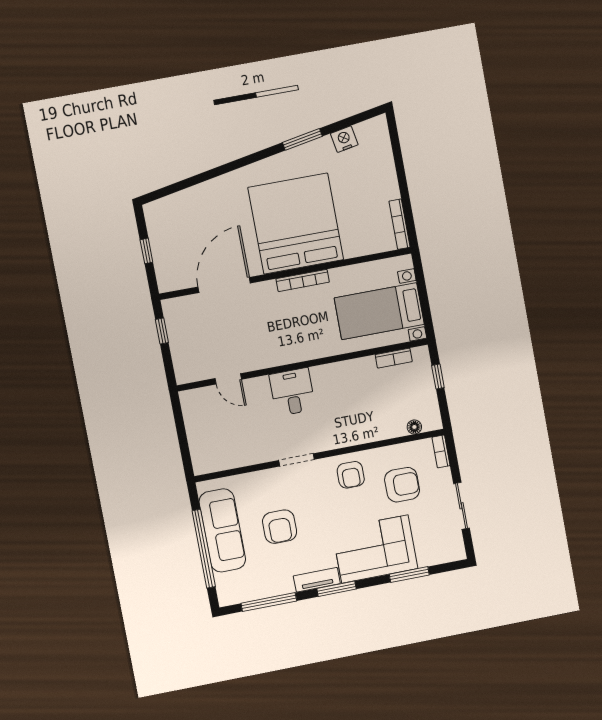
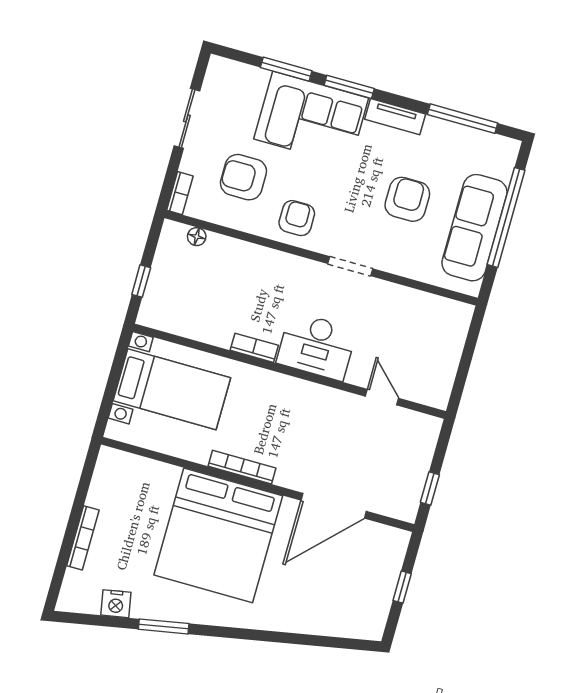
bookcase: (400, 224) -> (83, 538), moved
bookcase: (394, 358) -> (254, 348), moved
desk: (292, 392) -> (317, 346), width x1.37
window: (337, 589) -> (349, 87), moved

